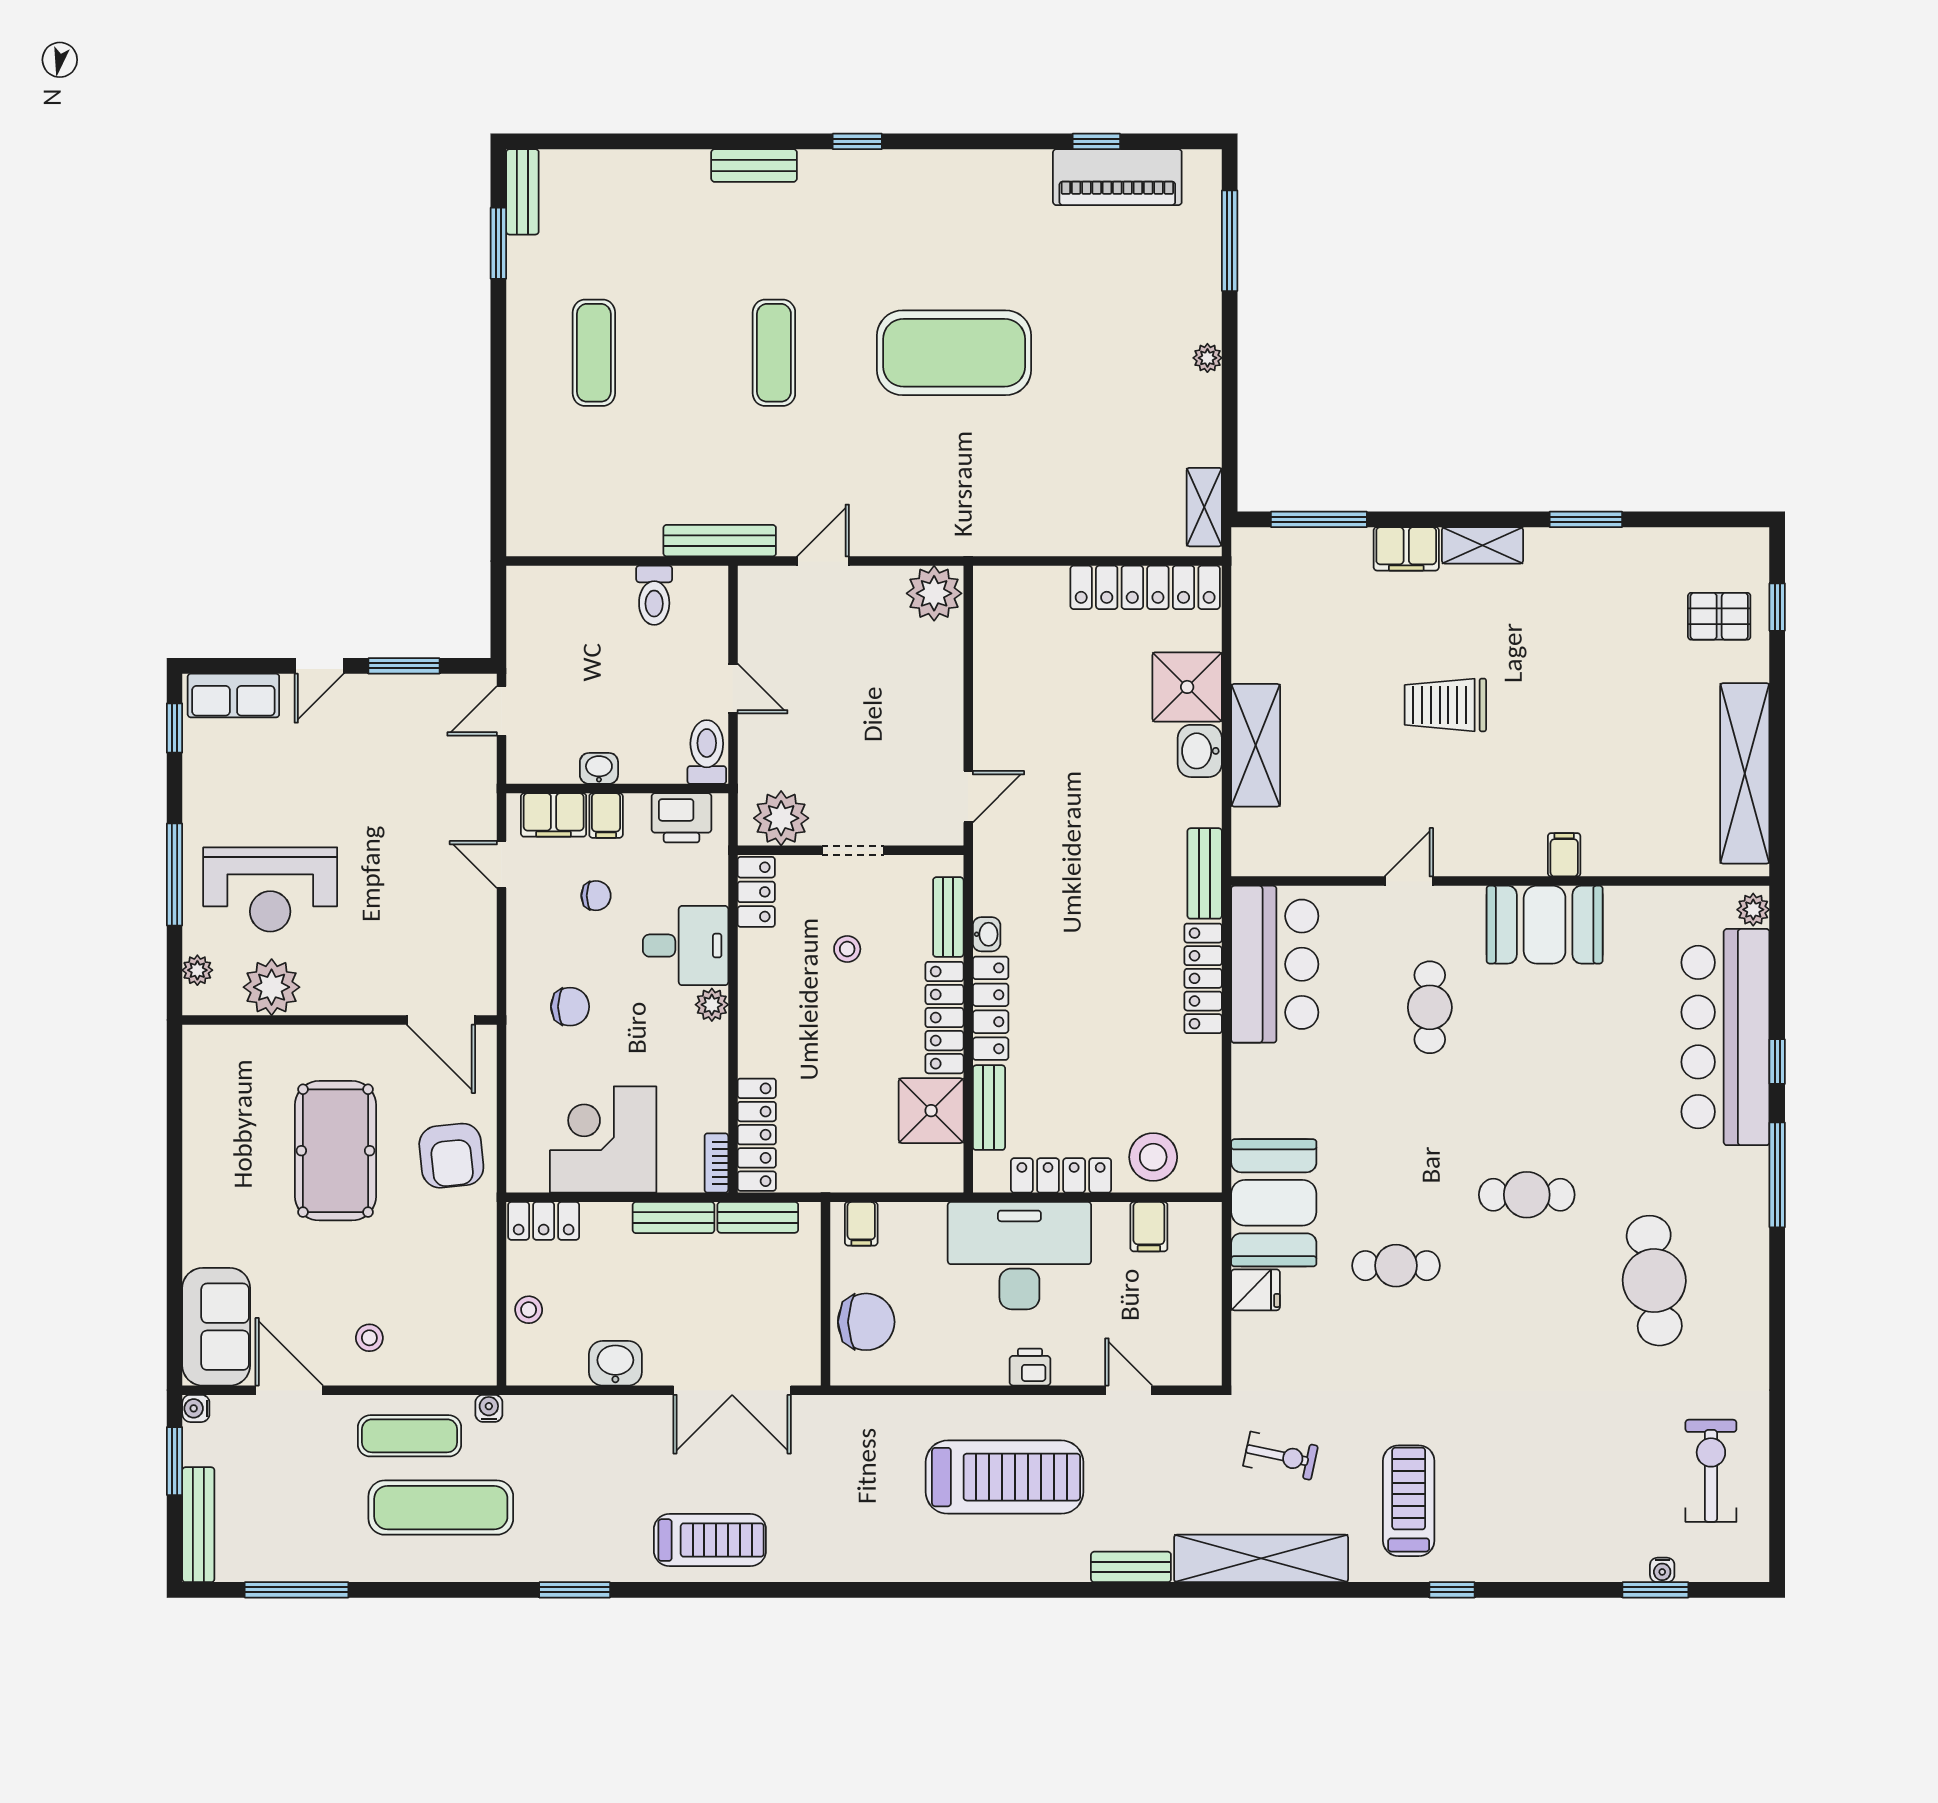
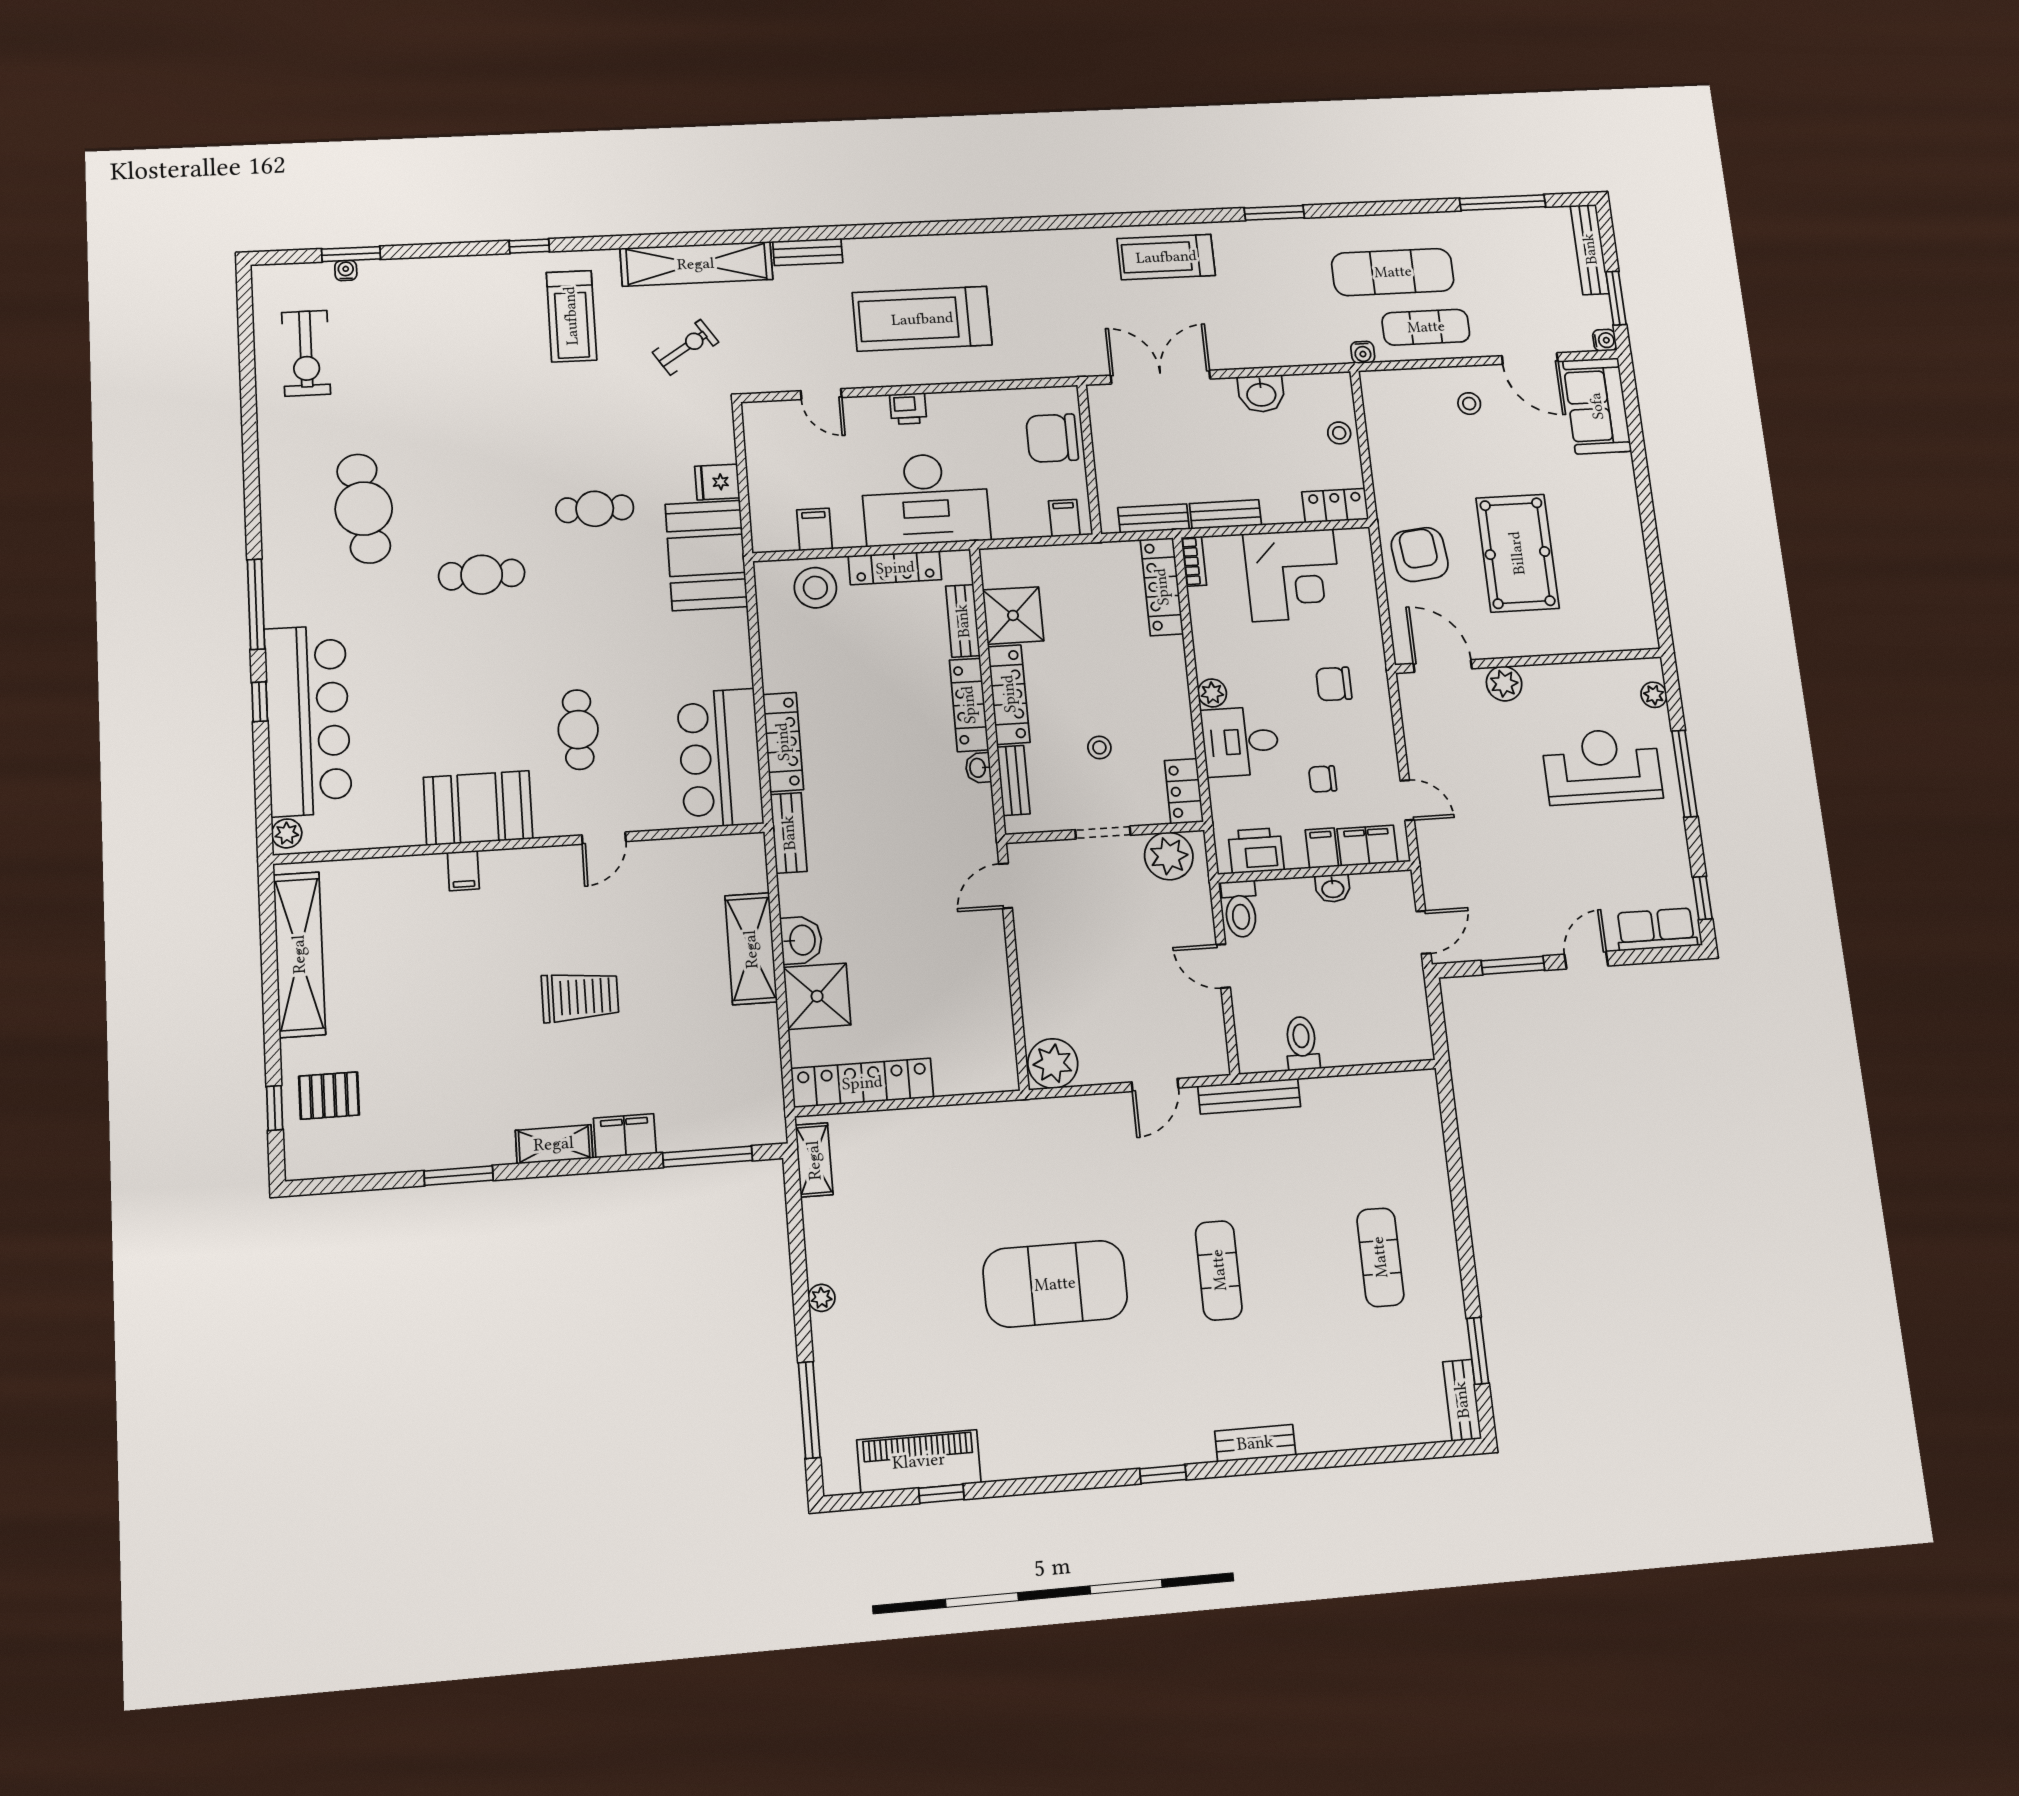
plant: (272, 987) -> (1504, 684), moved, width x0.73, depth x0.73
exercise bike: (1281, 1456) -> (686, 347), turned 135

